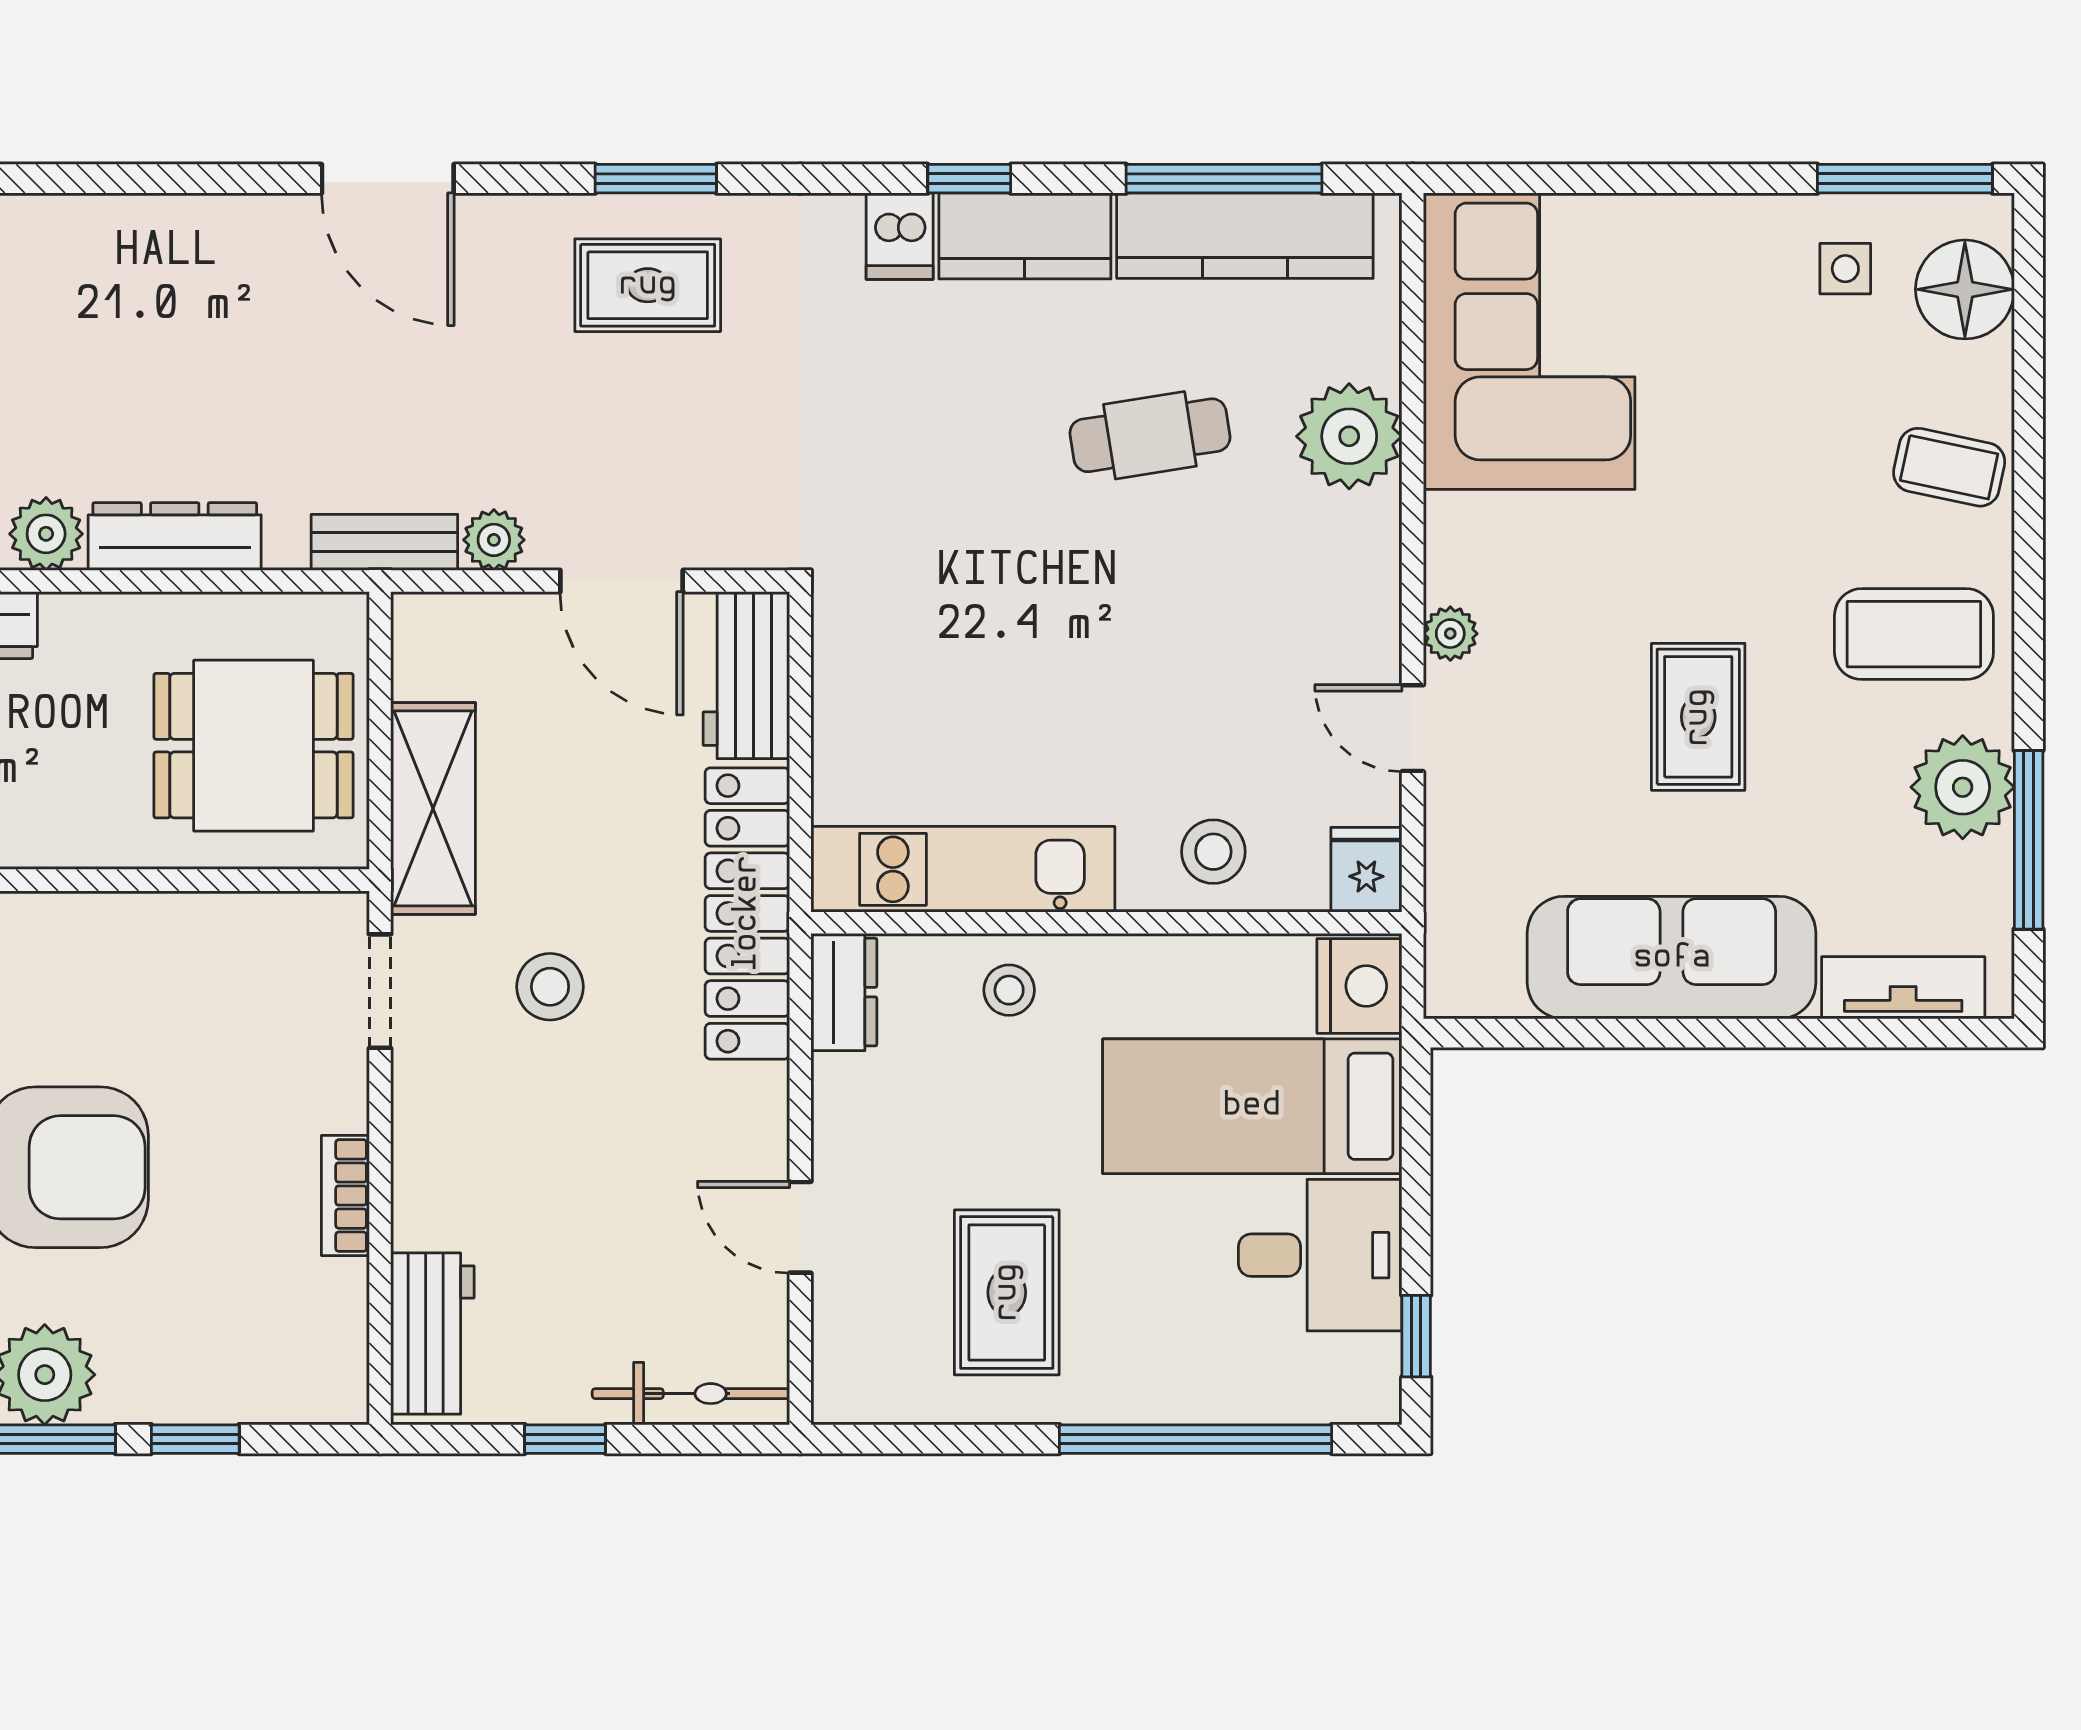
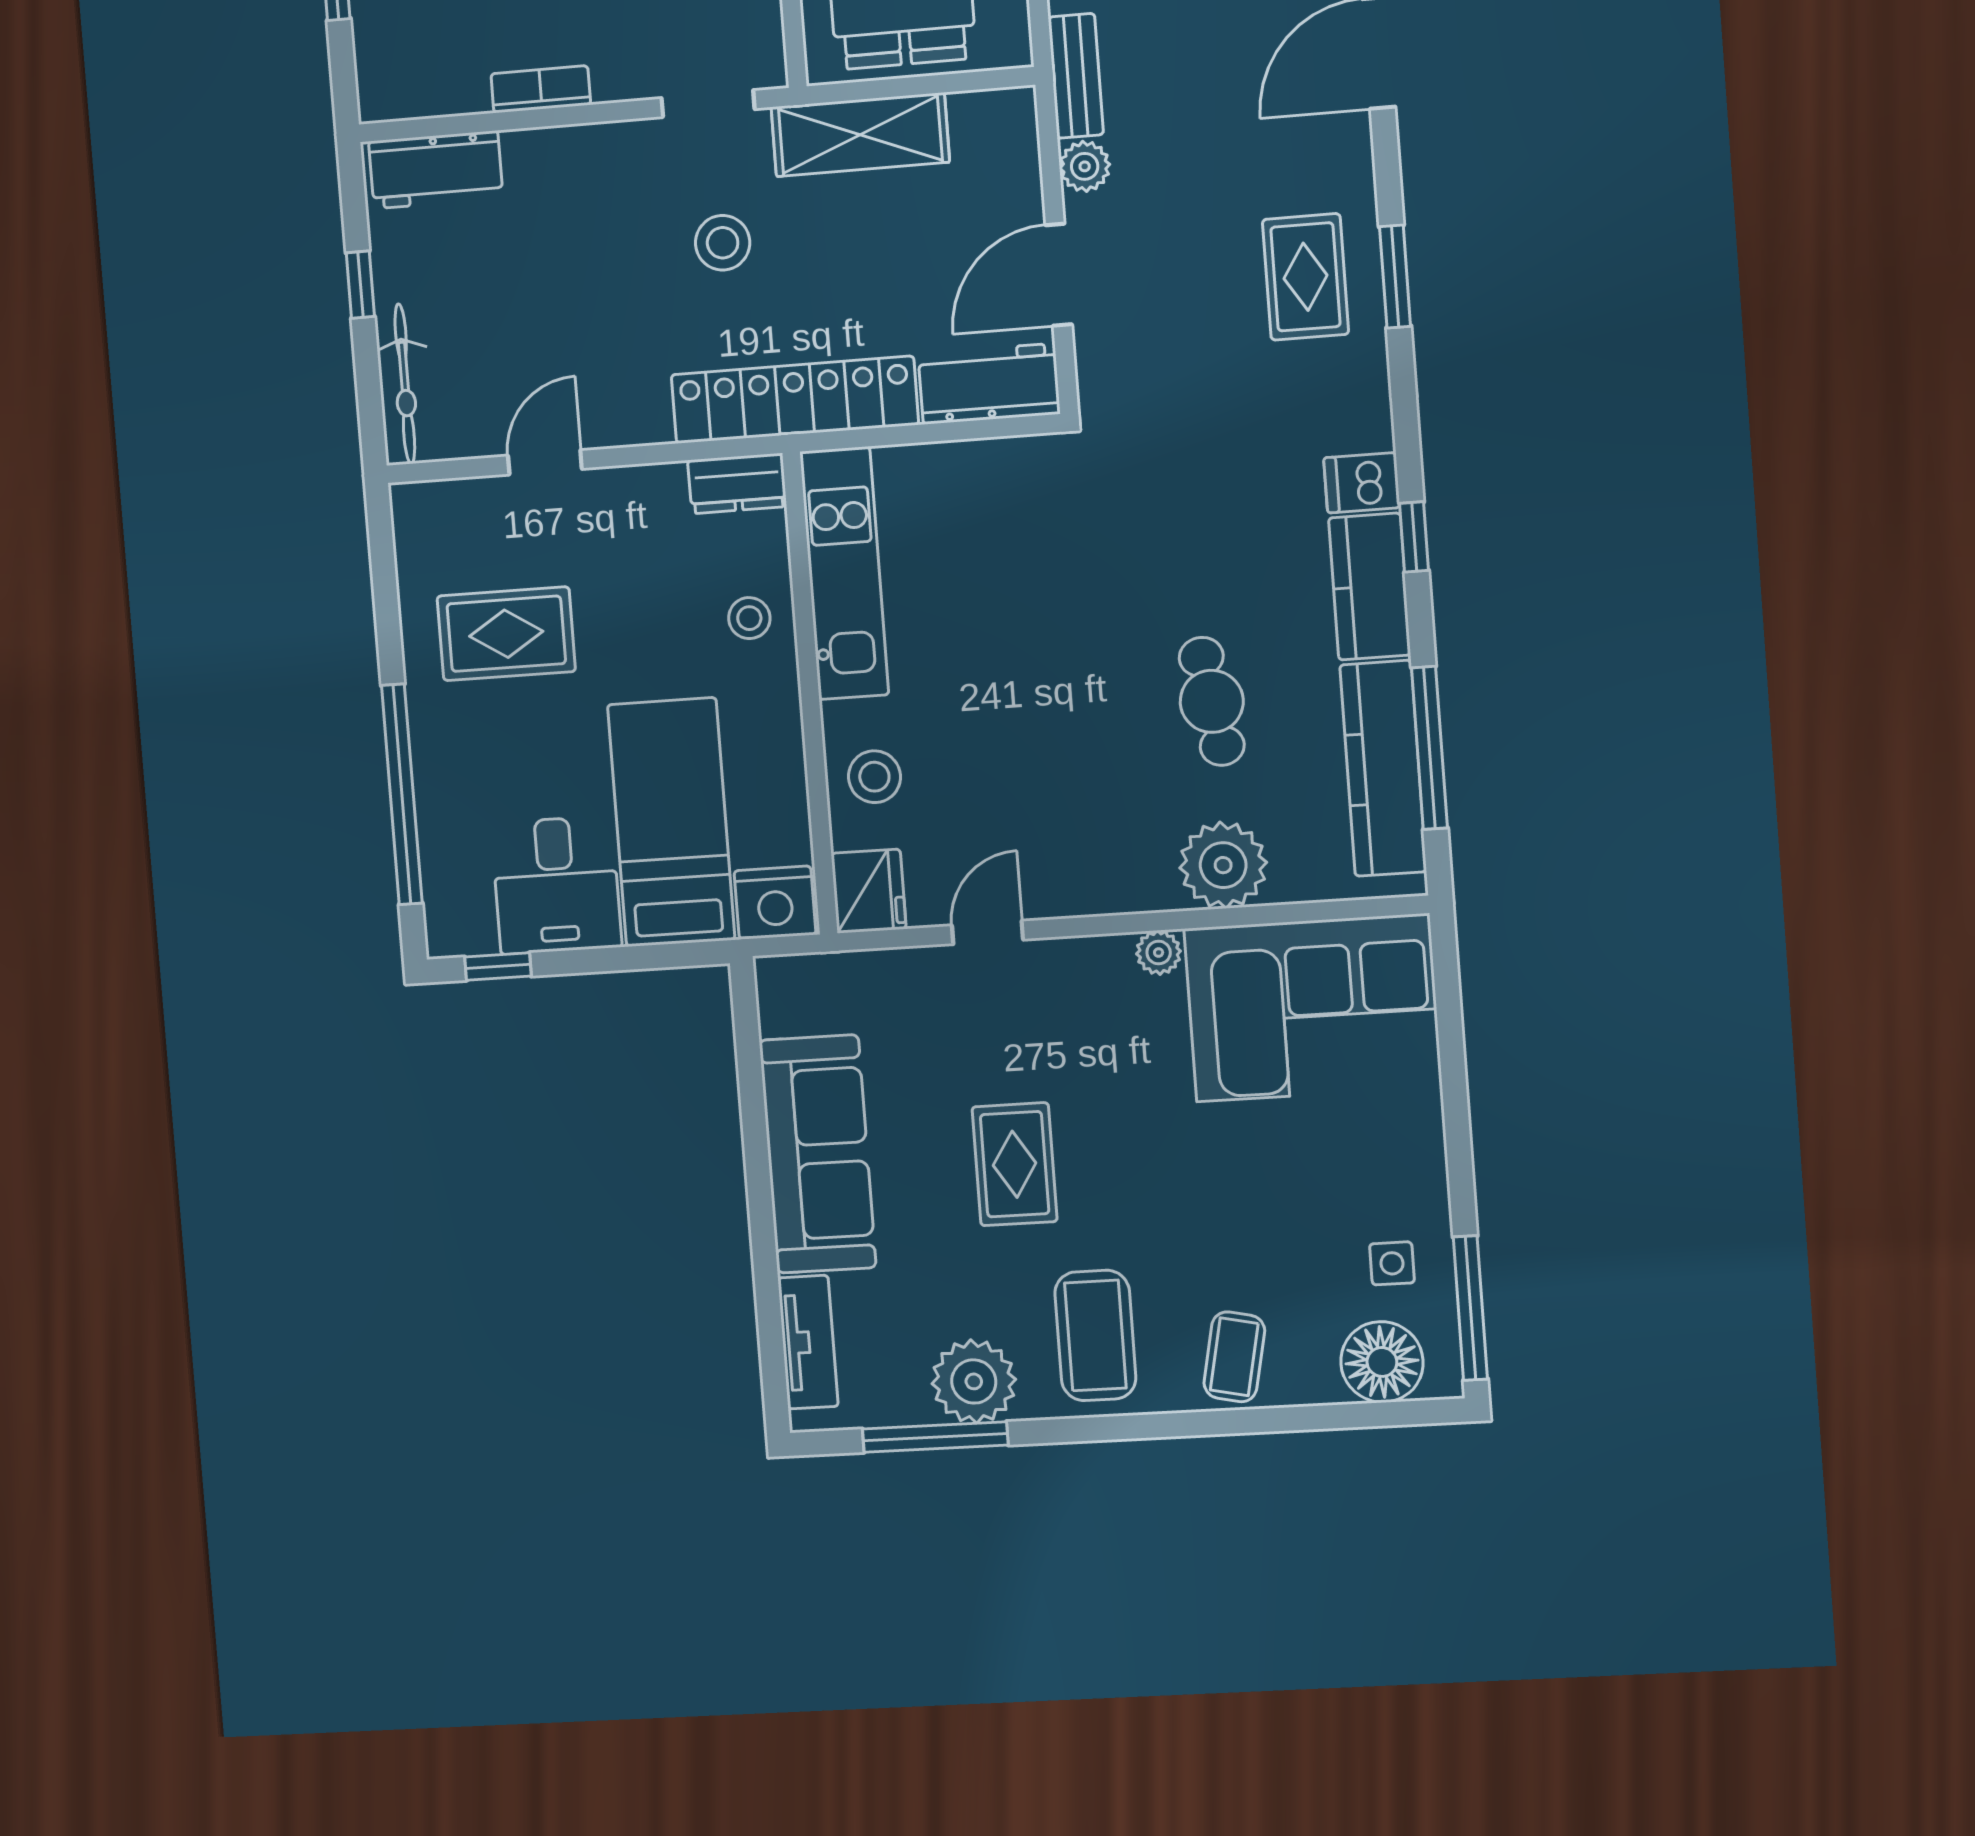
plant: (1450, 634) -> (1159, 953), moved
rug: (1698, 717) -> (1015, 1164), turned 90
fridge: (1366, 870) -> (869, 891), width x1.38

